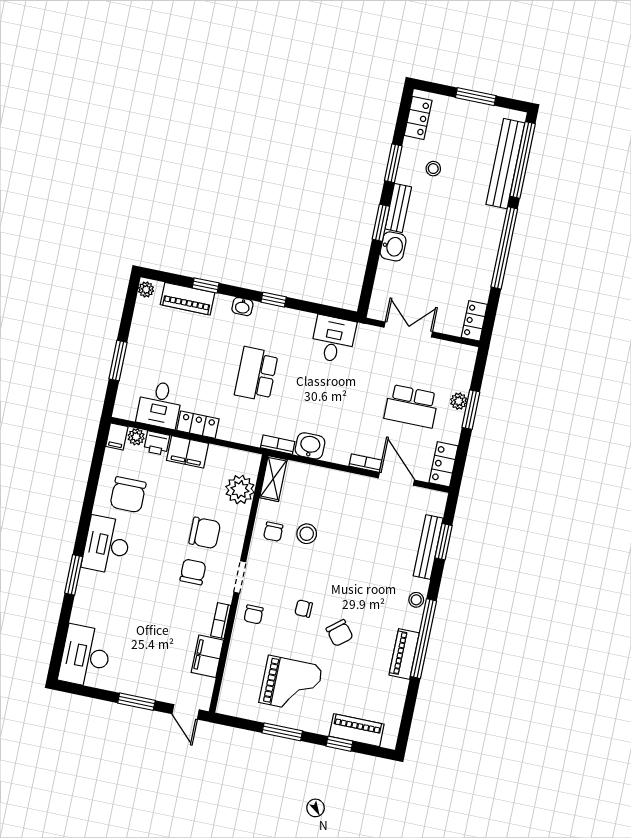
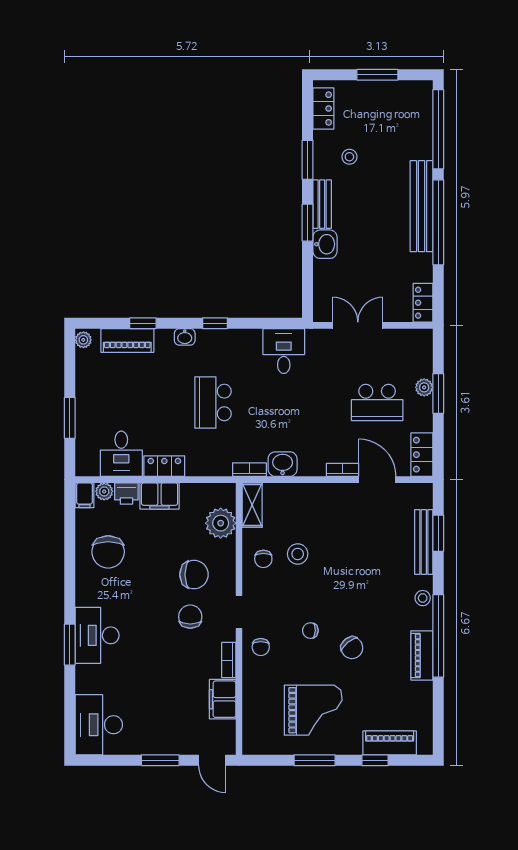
bench: (505, 164) -> (422, 206), moved
desk: (107, 545) -> (97, 635), moved

